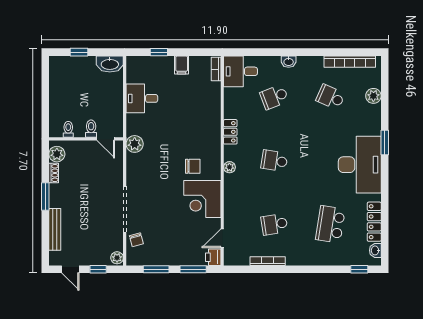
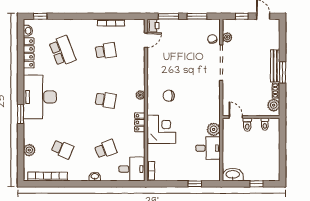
filing cabinet: (182, 65) -> (177, 174), removed
plant: (135, 144) -> (214, 129), moved
corner desk: (202, 199) -> (161, 129), moved
school desk: (330, 224) -> (62, 51), turned -30
bench: (55, 229) -> (275, 66), moved
plant: (117, 258) -> (227, 37), moved

